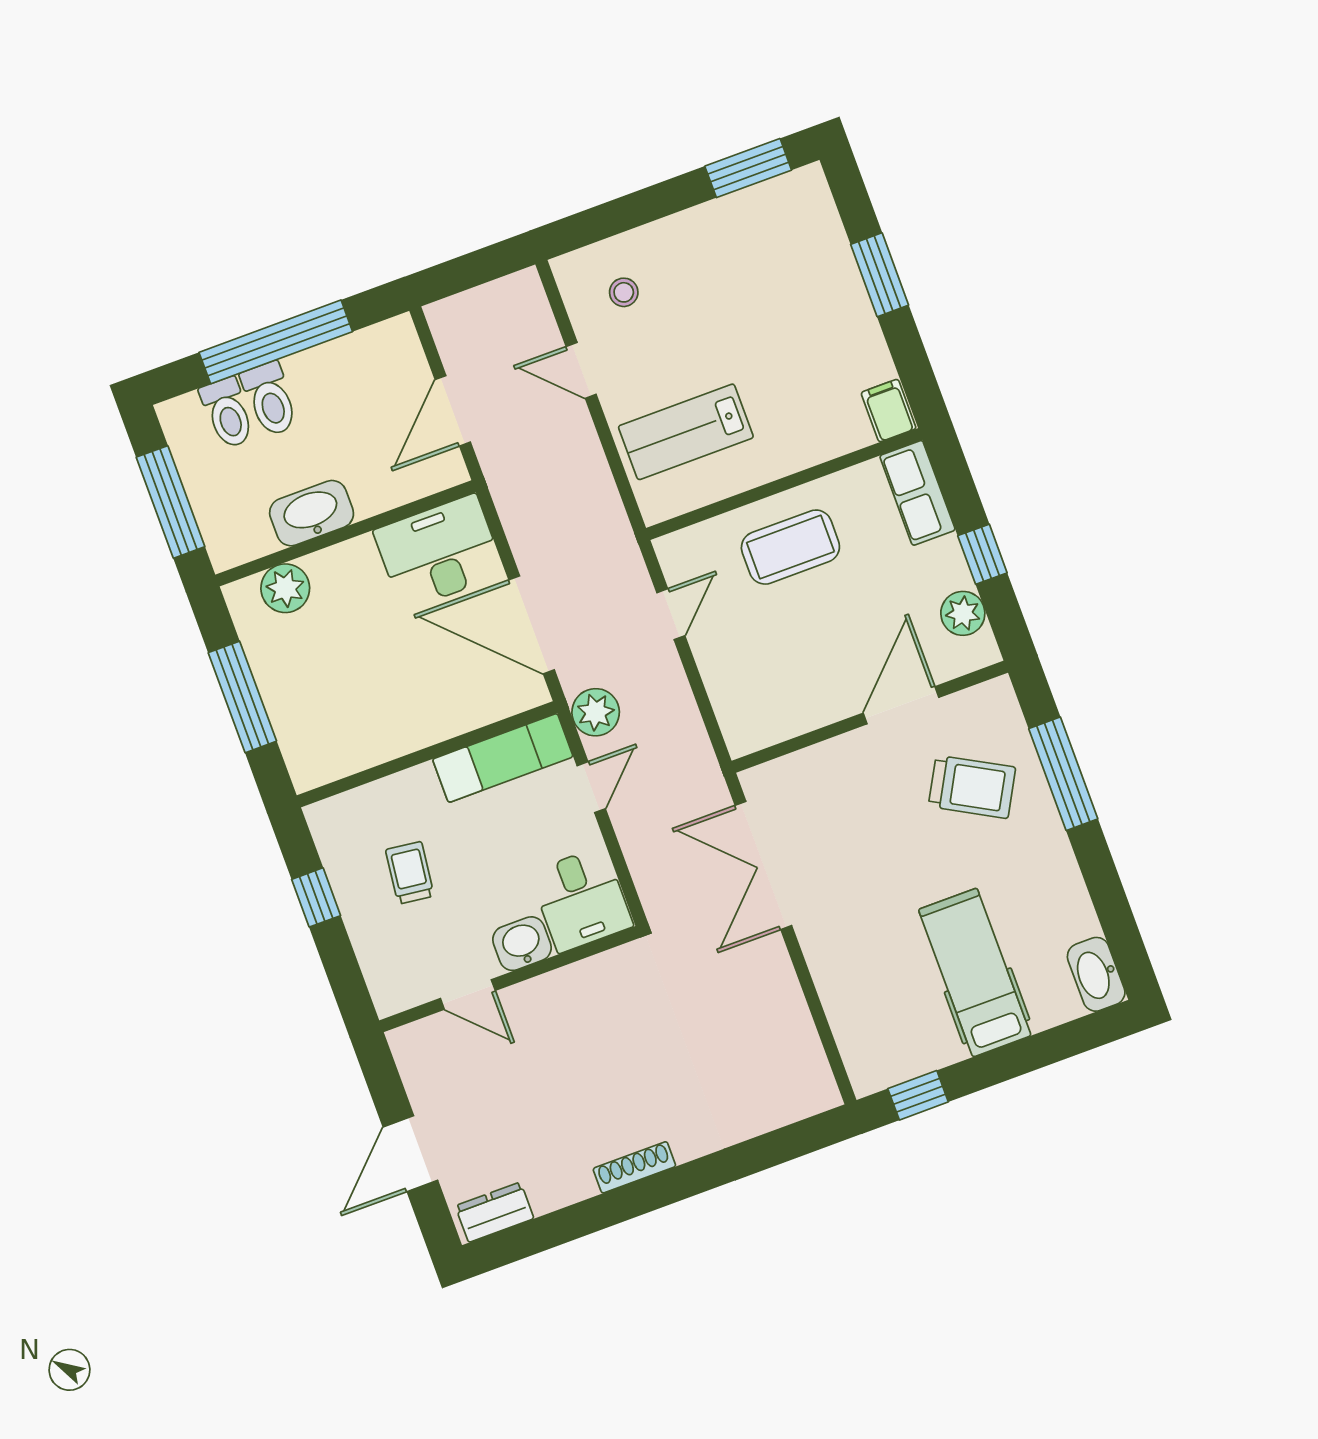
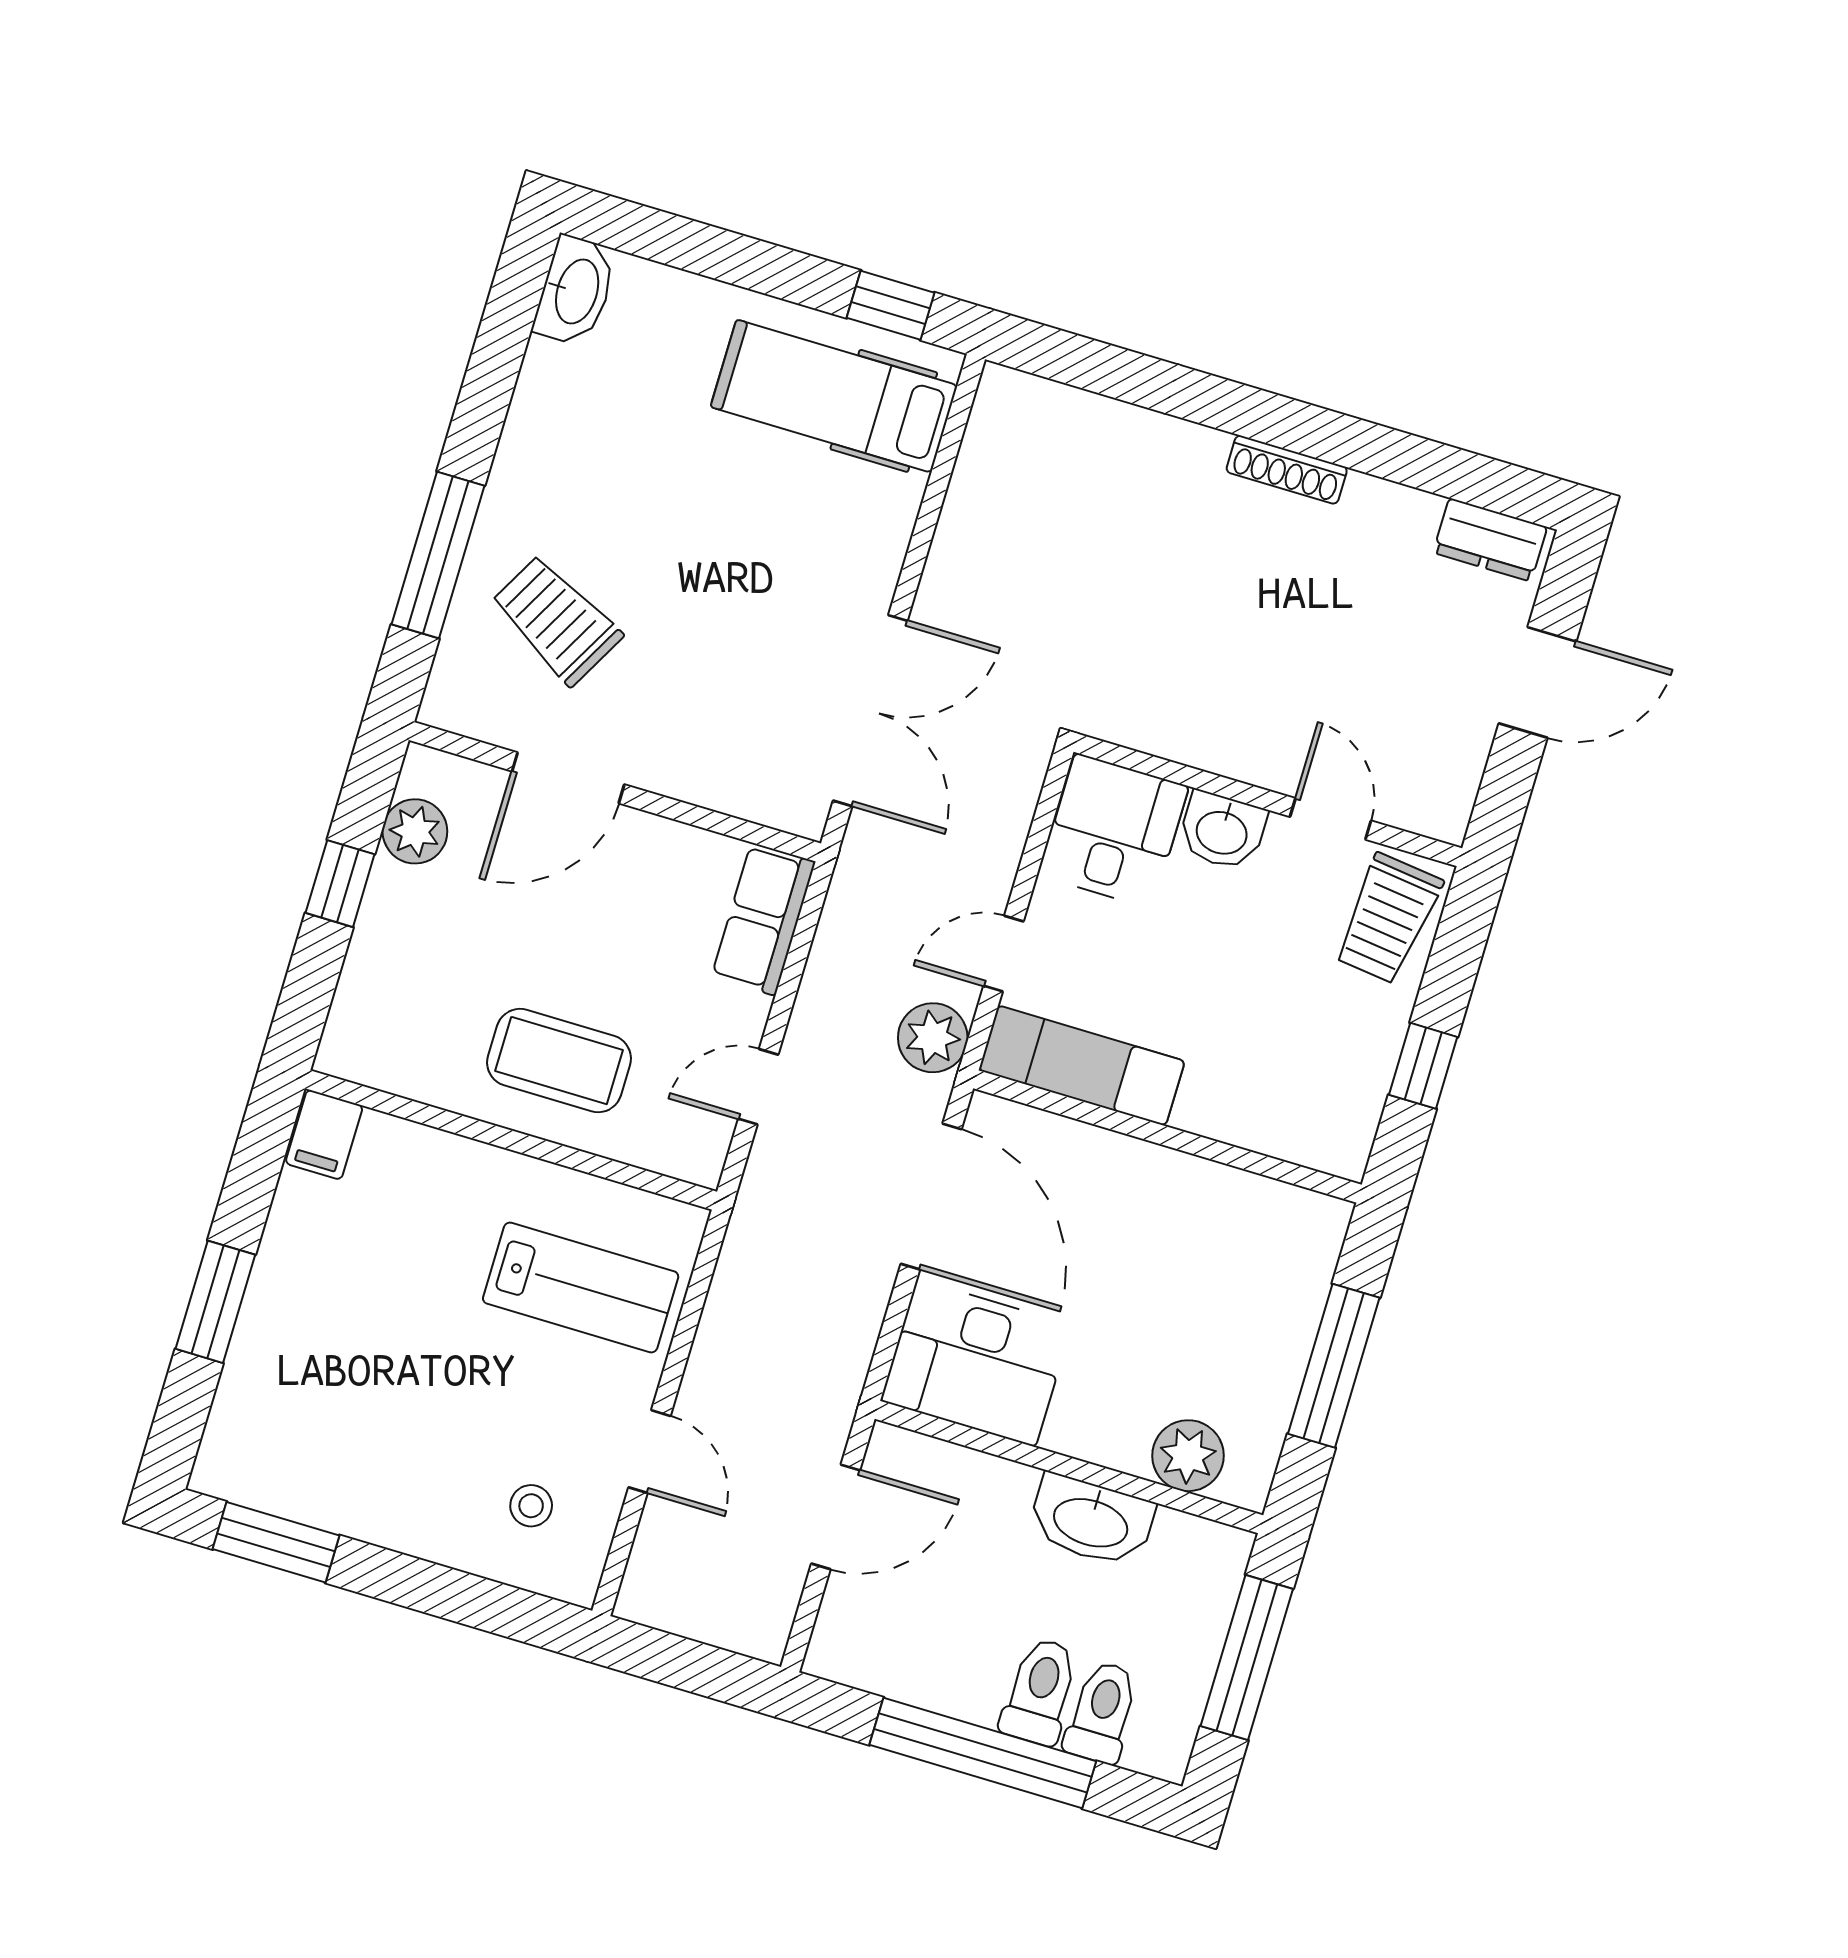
row of seats: (917, 493) -> (763, 919), moved, turned 180
trolley: (410, 873) -> (1388, 919), moved, width x1.36, depth x1.39
hospital bed: (975, 973) -> (834, 396), moved, turned 90

